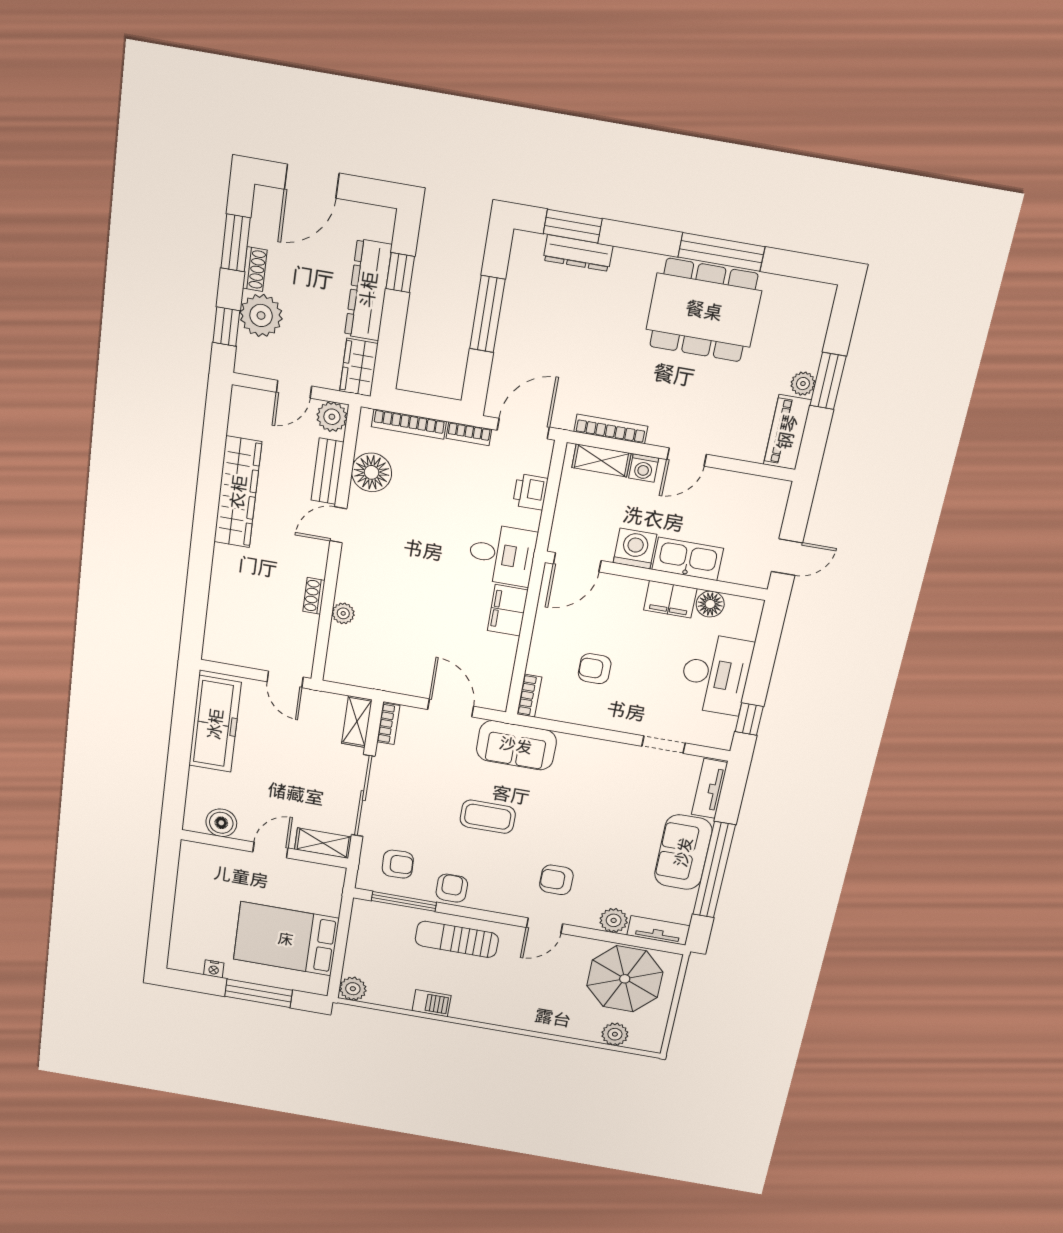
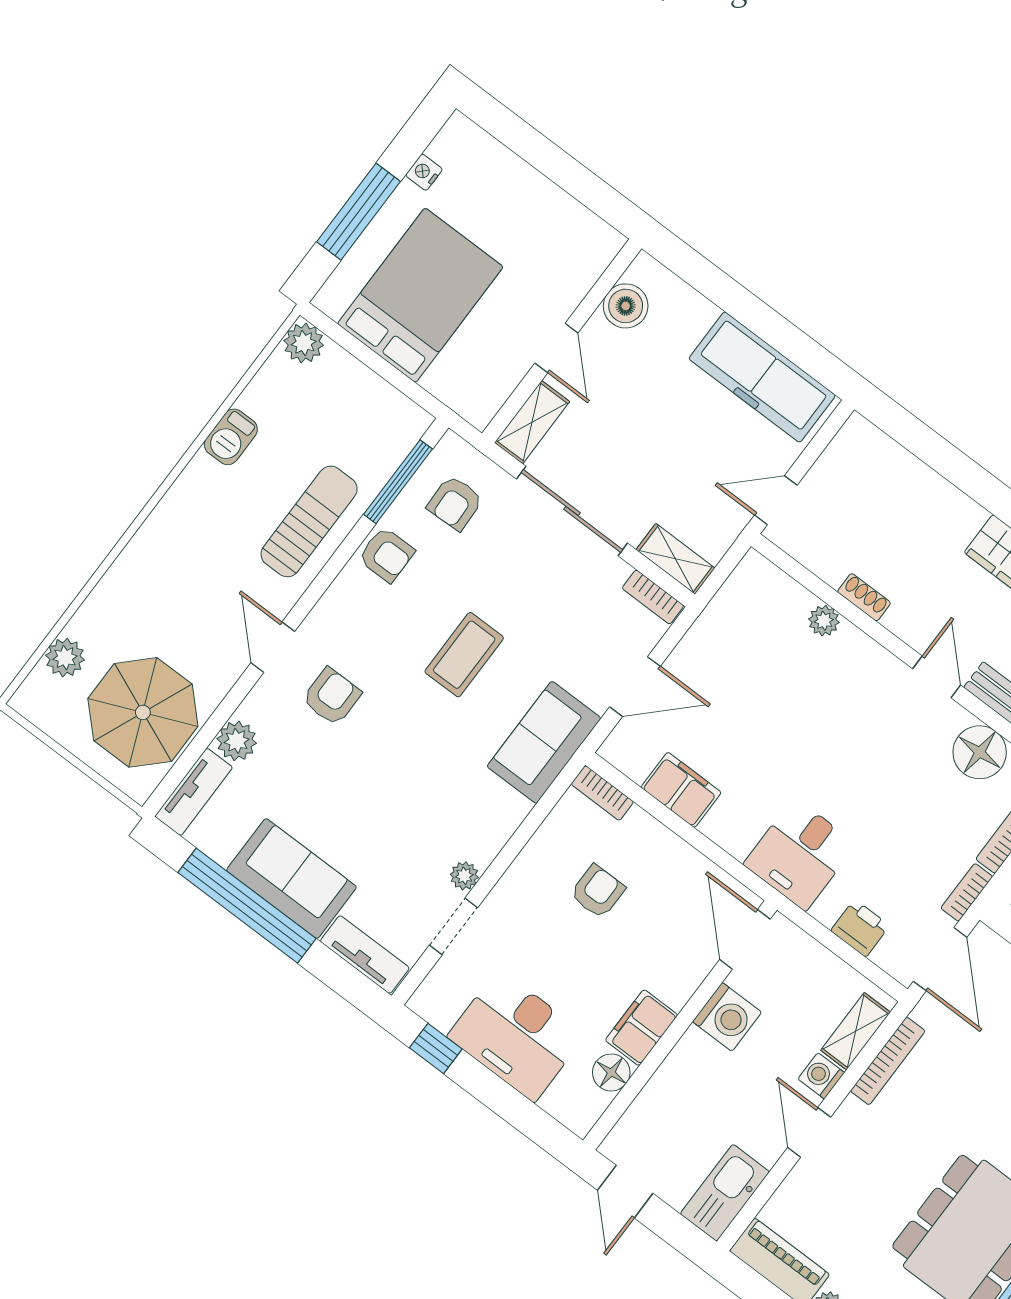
kitchen sink: (688, 559) -> (725, 1193), moved, turned 180
filing cabinet: (508, 610) -> (681, 790), moved
plant: (627, 753) -> (464, 876), added

